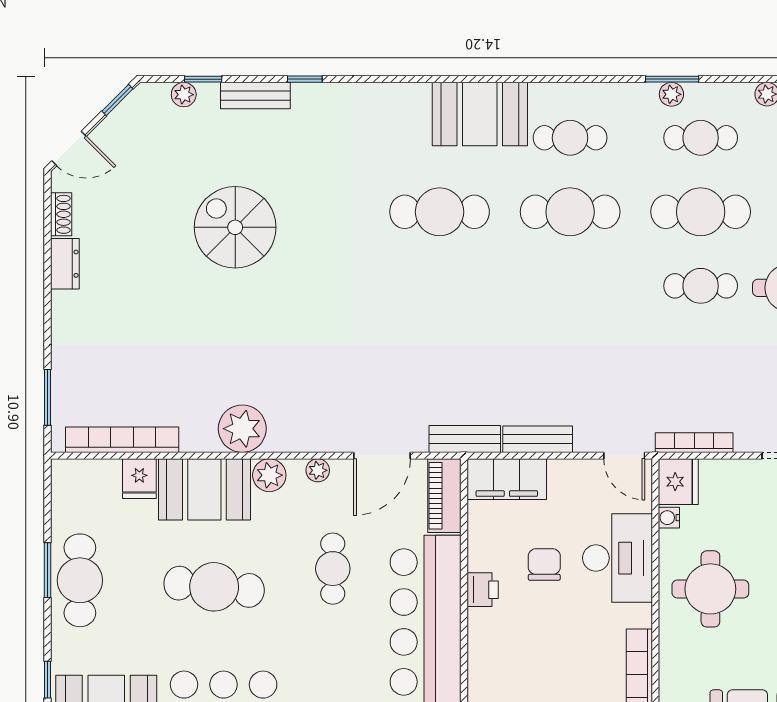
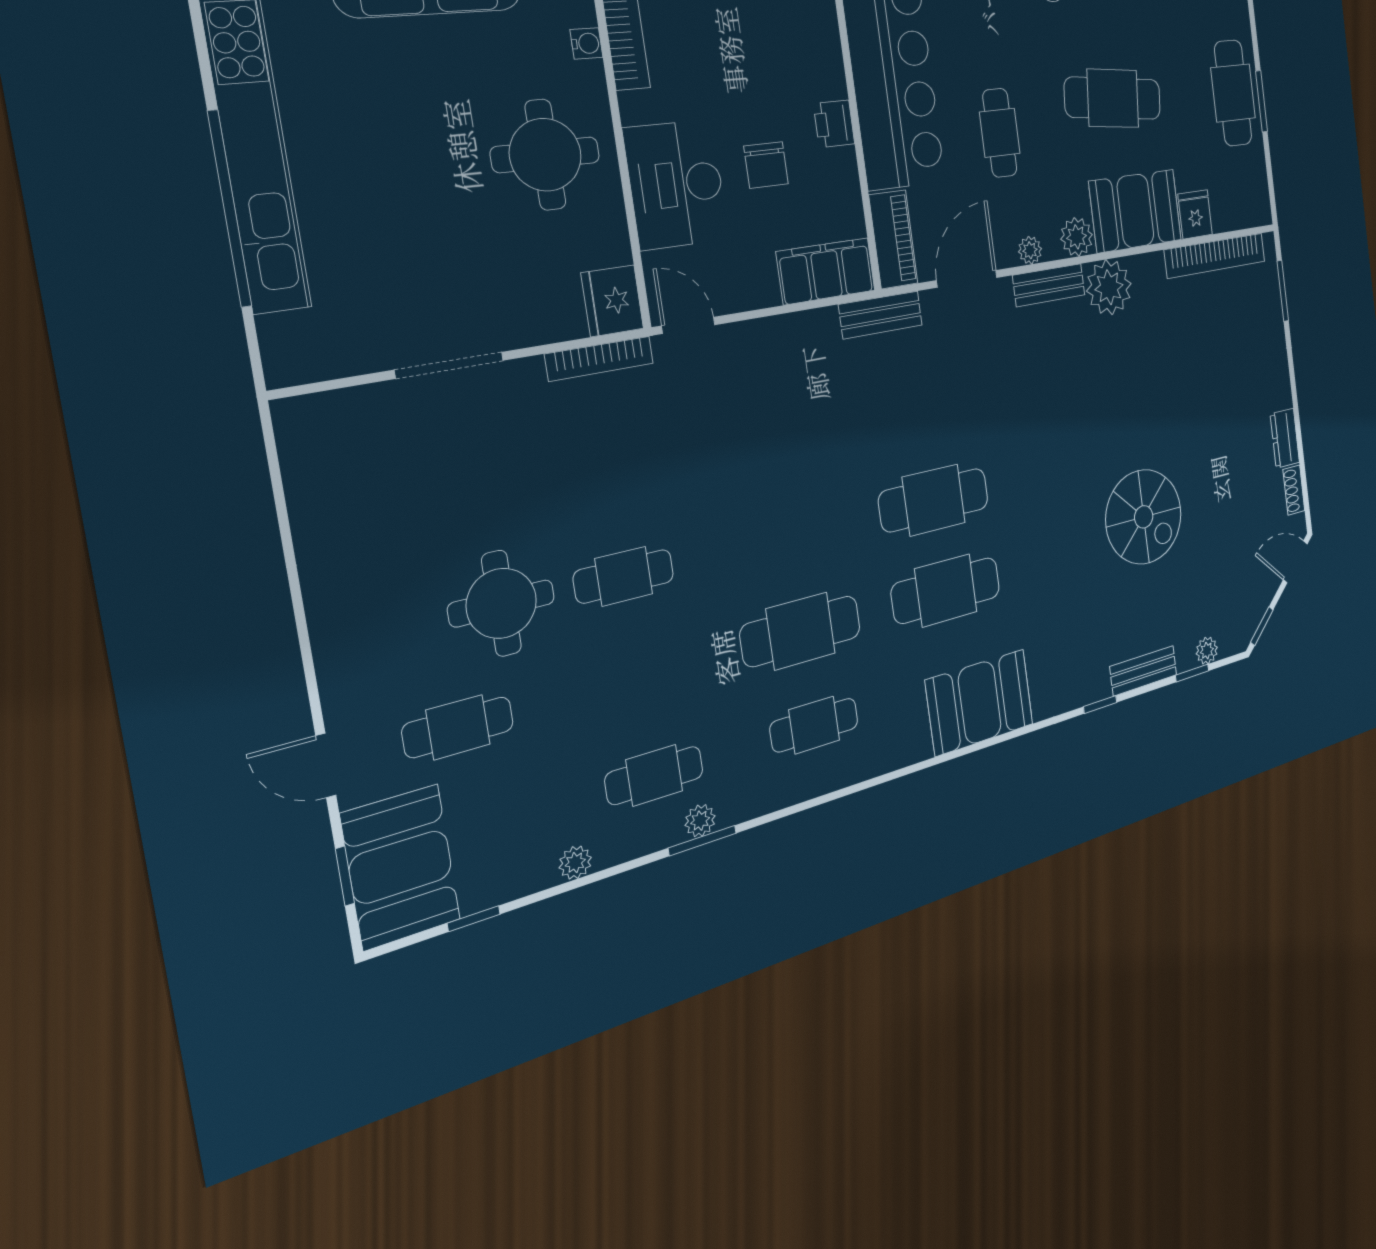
booth: (480, 114) -> (980, 702), moved
cafe table: (701, 212) -> (934, 500), moved
bench: (538, 439) -> (1049, 285), moved
water cooler: (669, 518) -> (586, 43), moved

